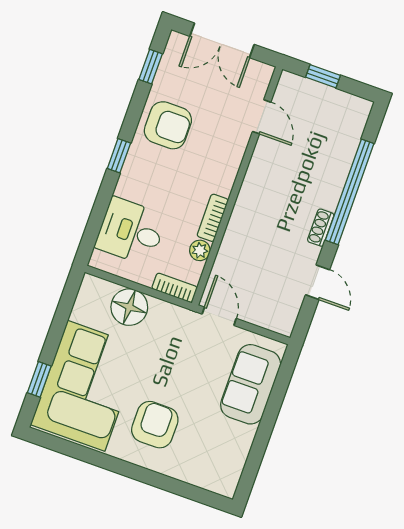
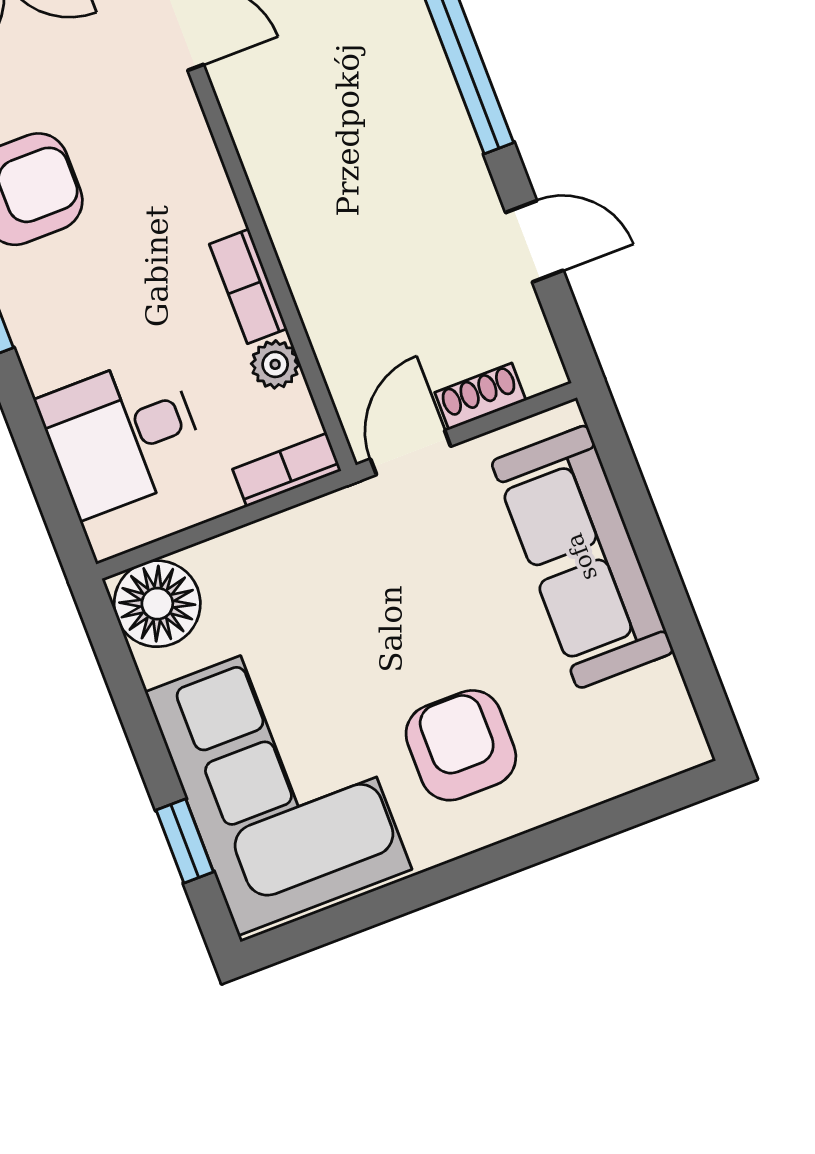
shoe rack: (321, 228) -> (480, 396), moved, turned 90
floor lamp: (129, 307) -> (157, 604), moved
door: (219, 316) -> (411, 453), hinge flipped
sofa: (251, 384) -> (582, 557), width x1.36

